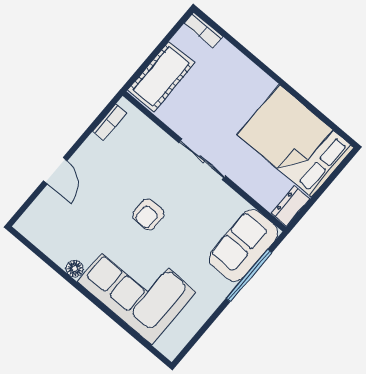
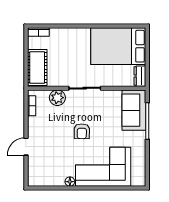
plant: (154, 141) -> (57, 98), added
door: (55, 171) -> (26, 147), swing flipped

